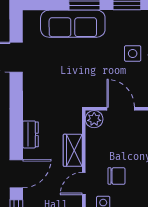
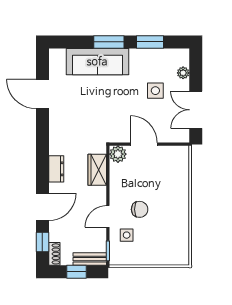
wardrobe: (73, 150) -> (97, 170), moved

